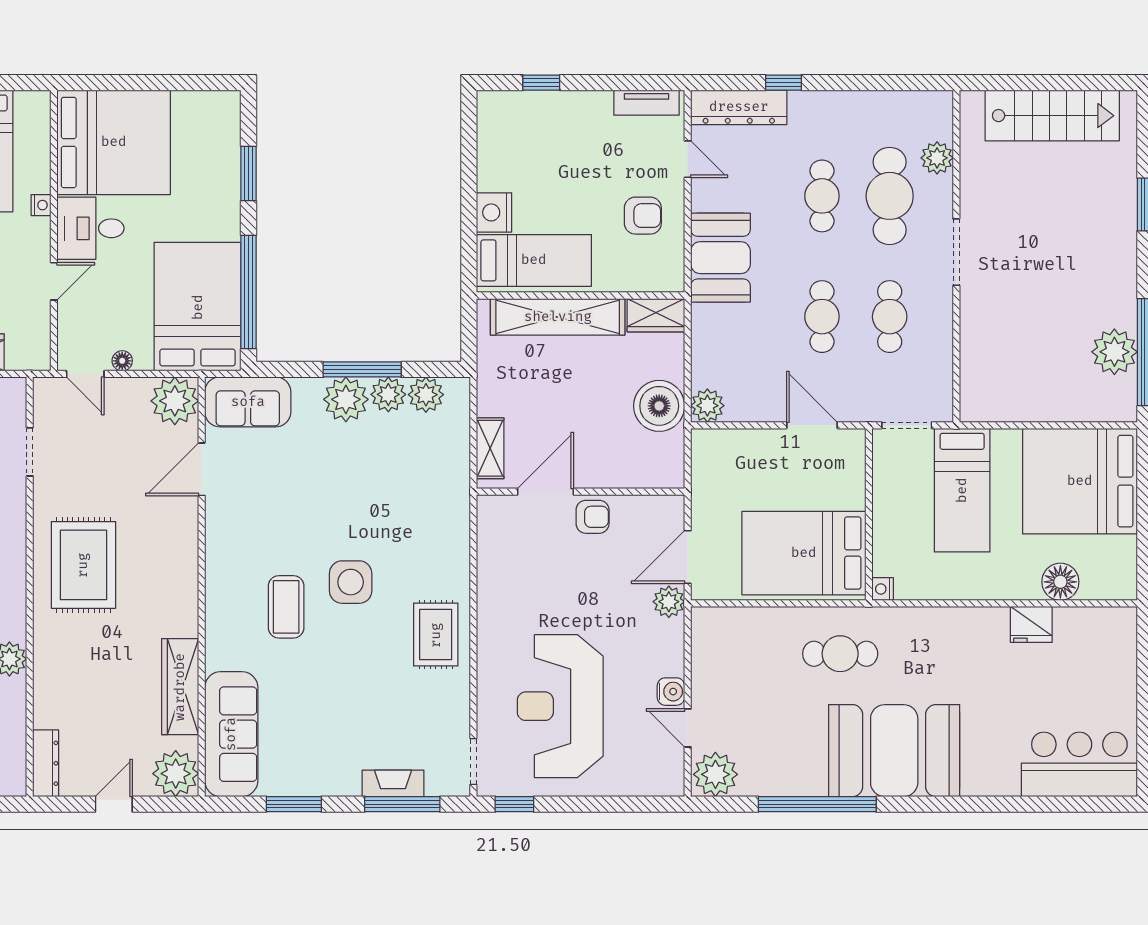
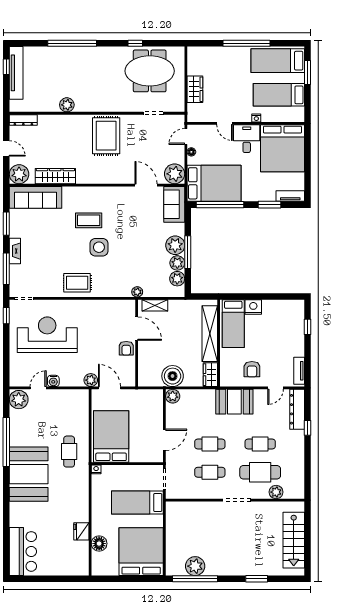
tv unit: (228, 124) -> (290, 196), added
plant: (458, 491) -> (137, 292), added
rug: (83, 565) -> (106, 136), turned 90
fireplace: (393, 783) -> (15, 251), moved

